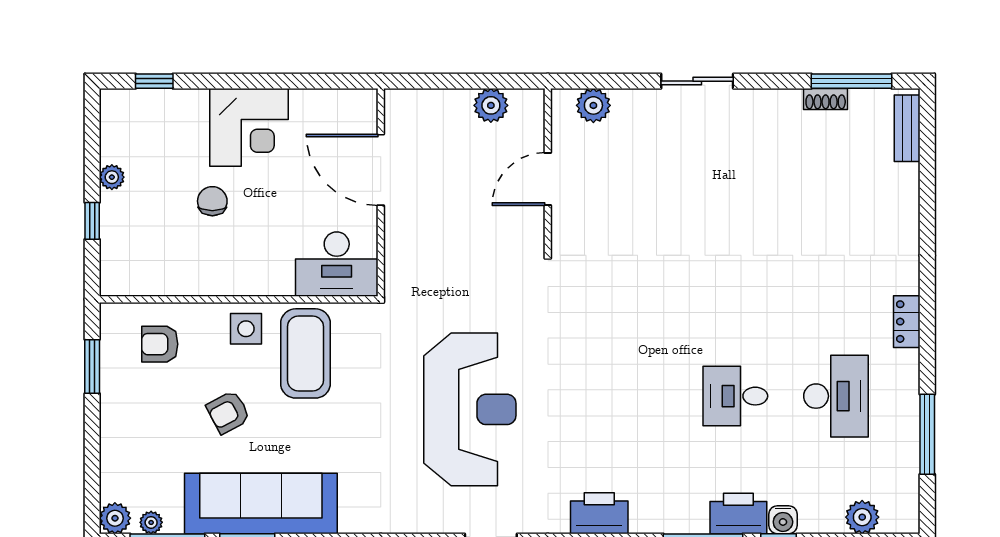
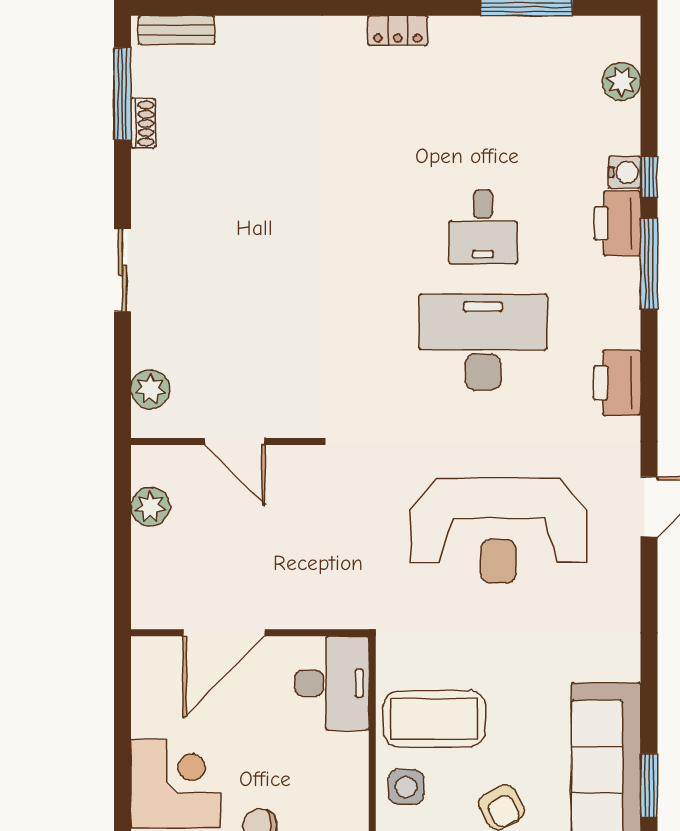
desk: (836, 396) -> (483, 342), moved, width x1.36, depth x1.30
reception desk: (470, 409) -> (498, 531), turned 180

